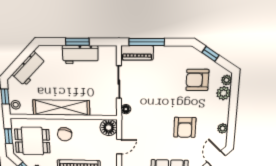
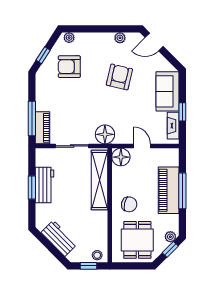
armchair: (197, 80) -> (69, 67), turned 90
plant: (224, 93) -> (83, 40), removed
shelving: (61, 108) -> (100, 180), moved
floor lamp: (126, 109) -> (105, 134), width x1.89, depth x1.89
armchair: (185, 127) -> (119, 77), turned -77
window: (8, 136) -> (132, 266), removed

